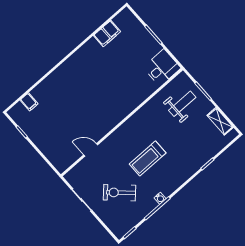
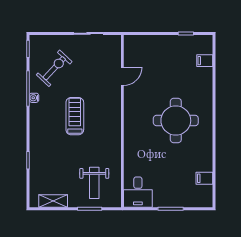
filing cabinet: (107, 34) -> (204, 178), width x0.50
round table: (89, 85) -> (176, 121), added
exercise bike: (119, 193) -> (54, 68), moved

